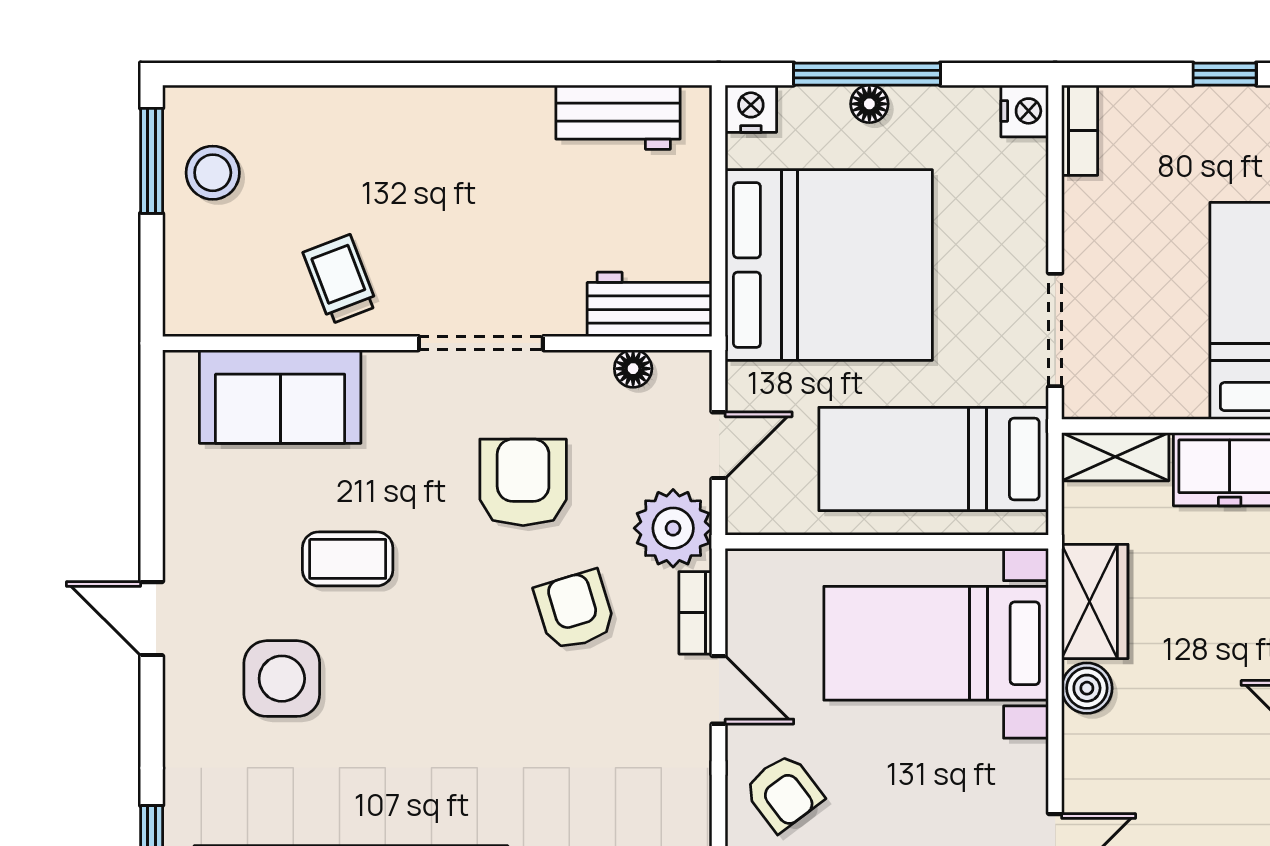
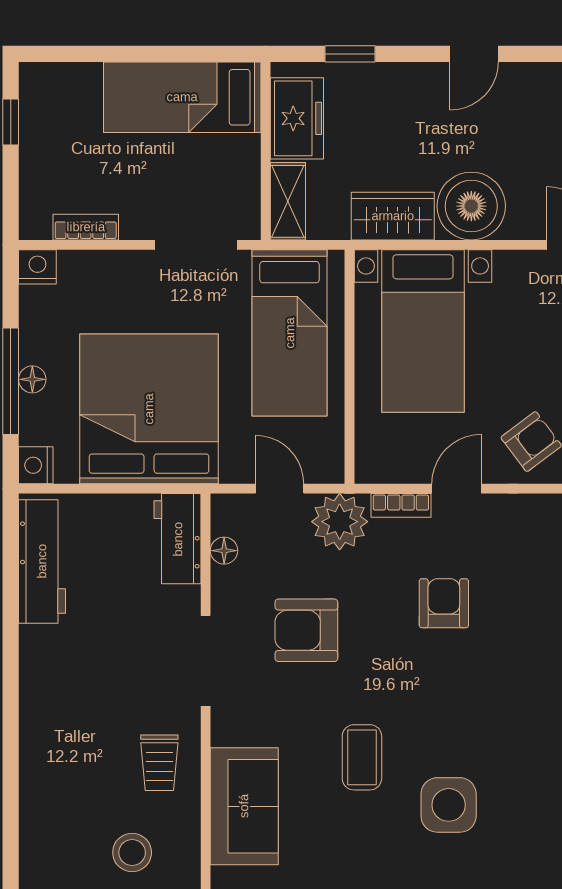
workbench: (618, 117) -> (42, 561), width x1.38
bookcase: (1080, 130) -> (86, 227), moved
stool: (213, 173) -> (132, 853), moved
trolley: (340, 279) -> (159, 763), turned -69
armchair: (575, 610) -> (444, 603), moved, turned 107
boiler: (1087, 688) -> (471, 206), width x1.86, depth x1.86

